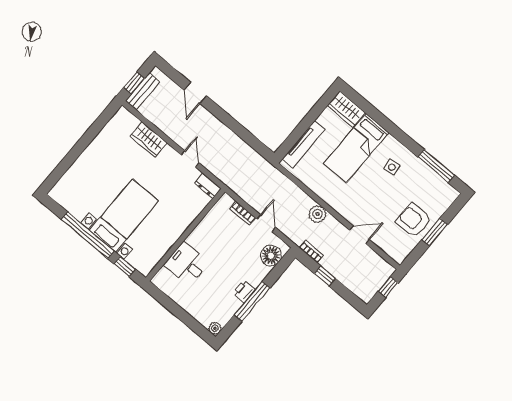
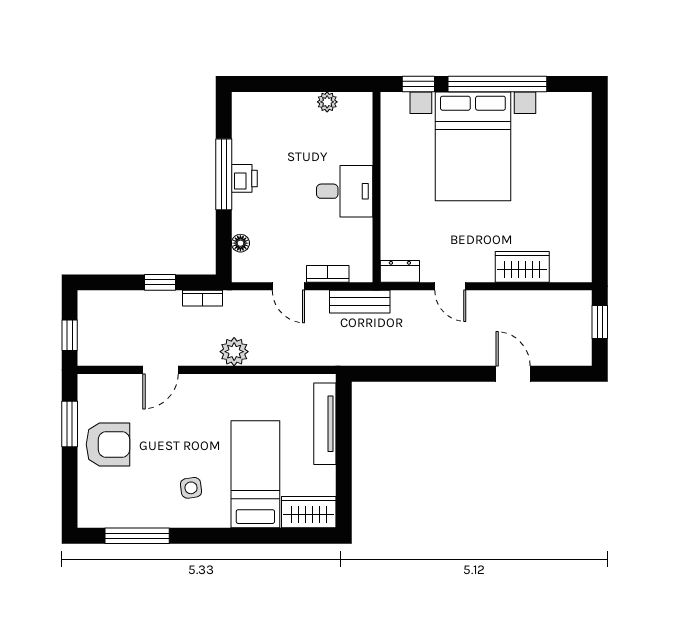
bench: (143, 91) -> (360, 302), moved, turned 90
bed with nightstands: (124, 216) -> (473, 146), width x1.36
window: (435, 232) -> (70, 424), moved
floor lamp: (271, 256) -> (240, 243), width x0.53, depth x0.53
desk: (187, 264) -> (345, 191), moved
plant: (215, 328) -> (327, 102), moved

